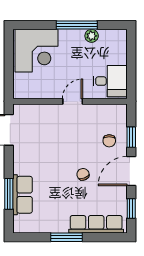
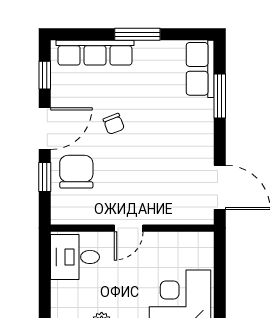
chair: (109, 141) -> (76, 172), width x1.87, depth x1.87
row of seats: (22, 195) -> (200, 69), moved

